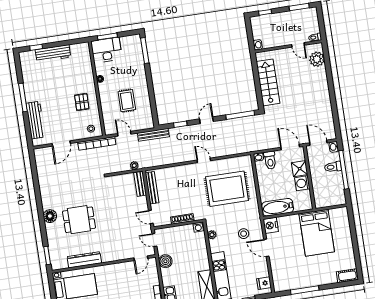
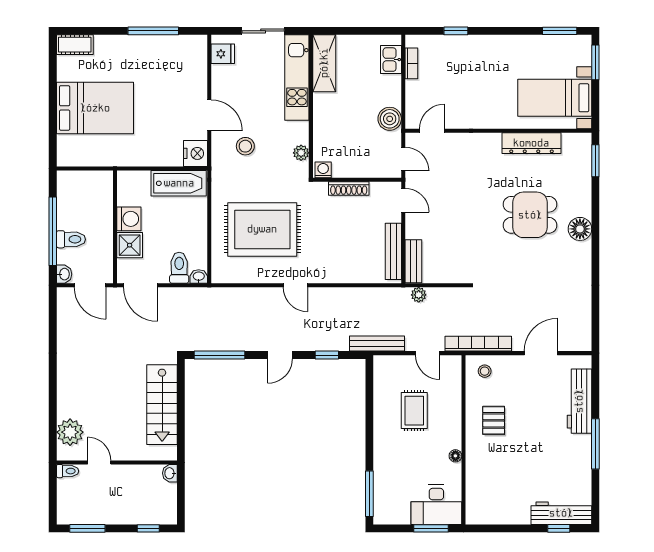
workbench: (53, 53) -> (561, 513), moved
bed: (317, 233) -> (95, 108), moved, turned 90

